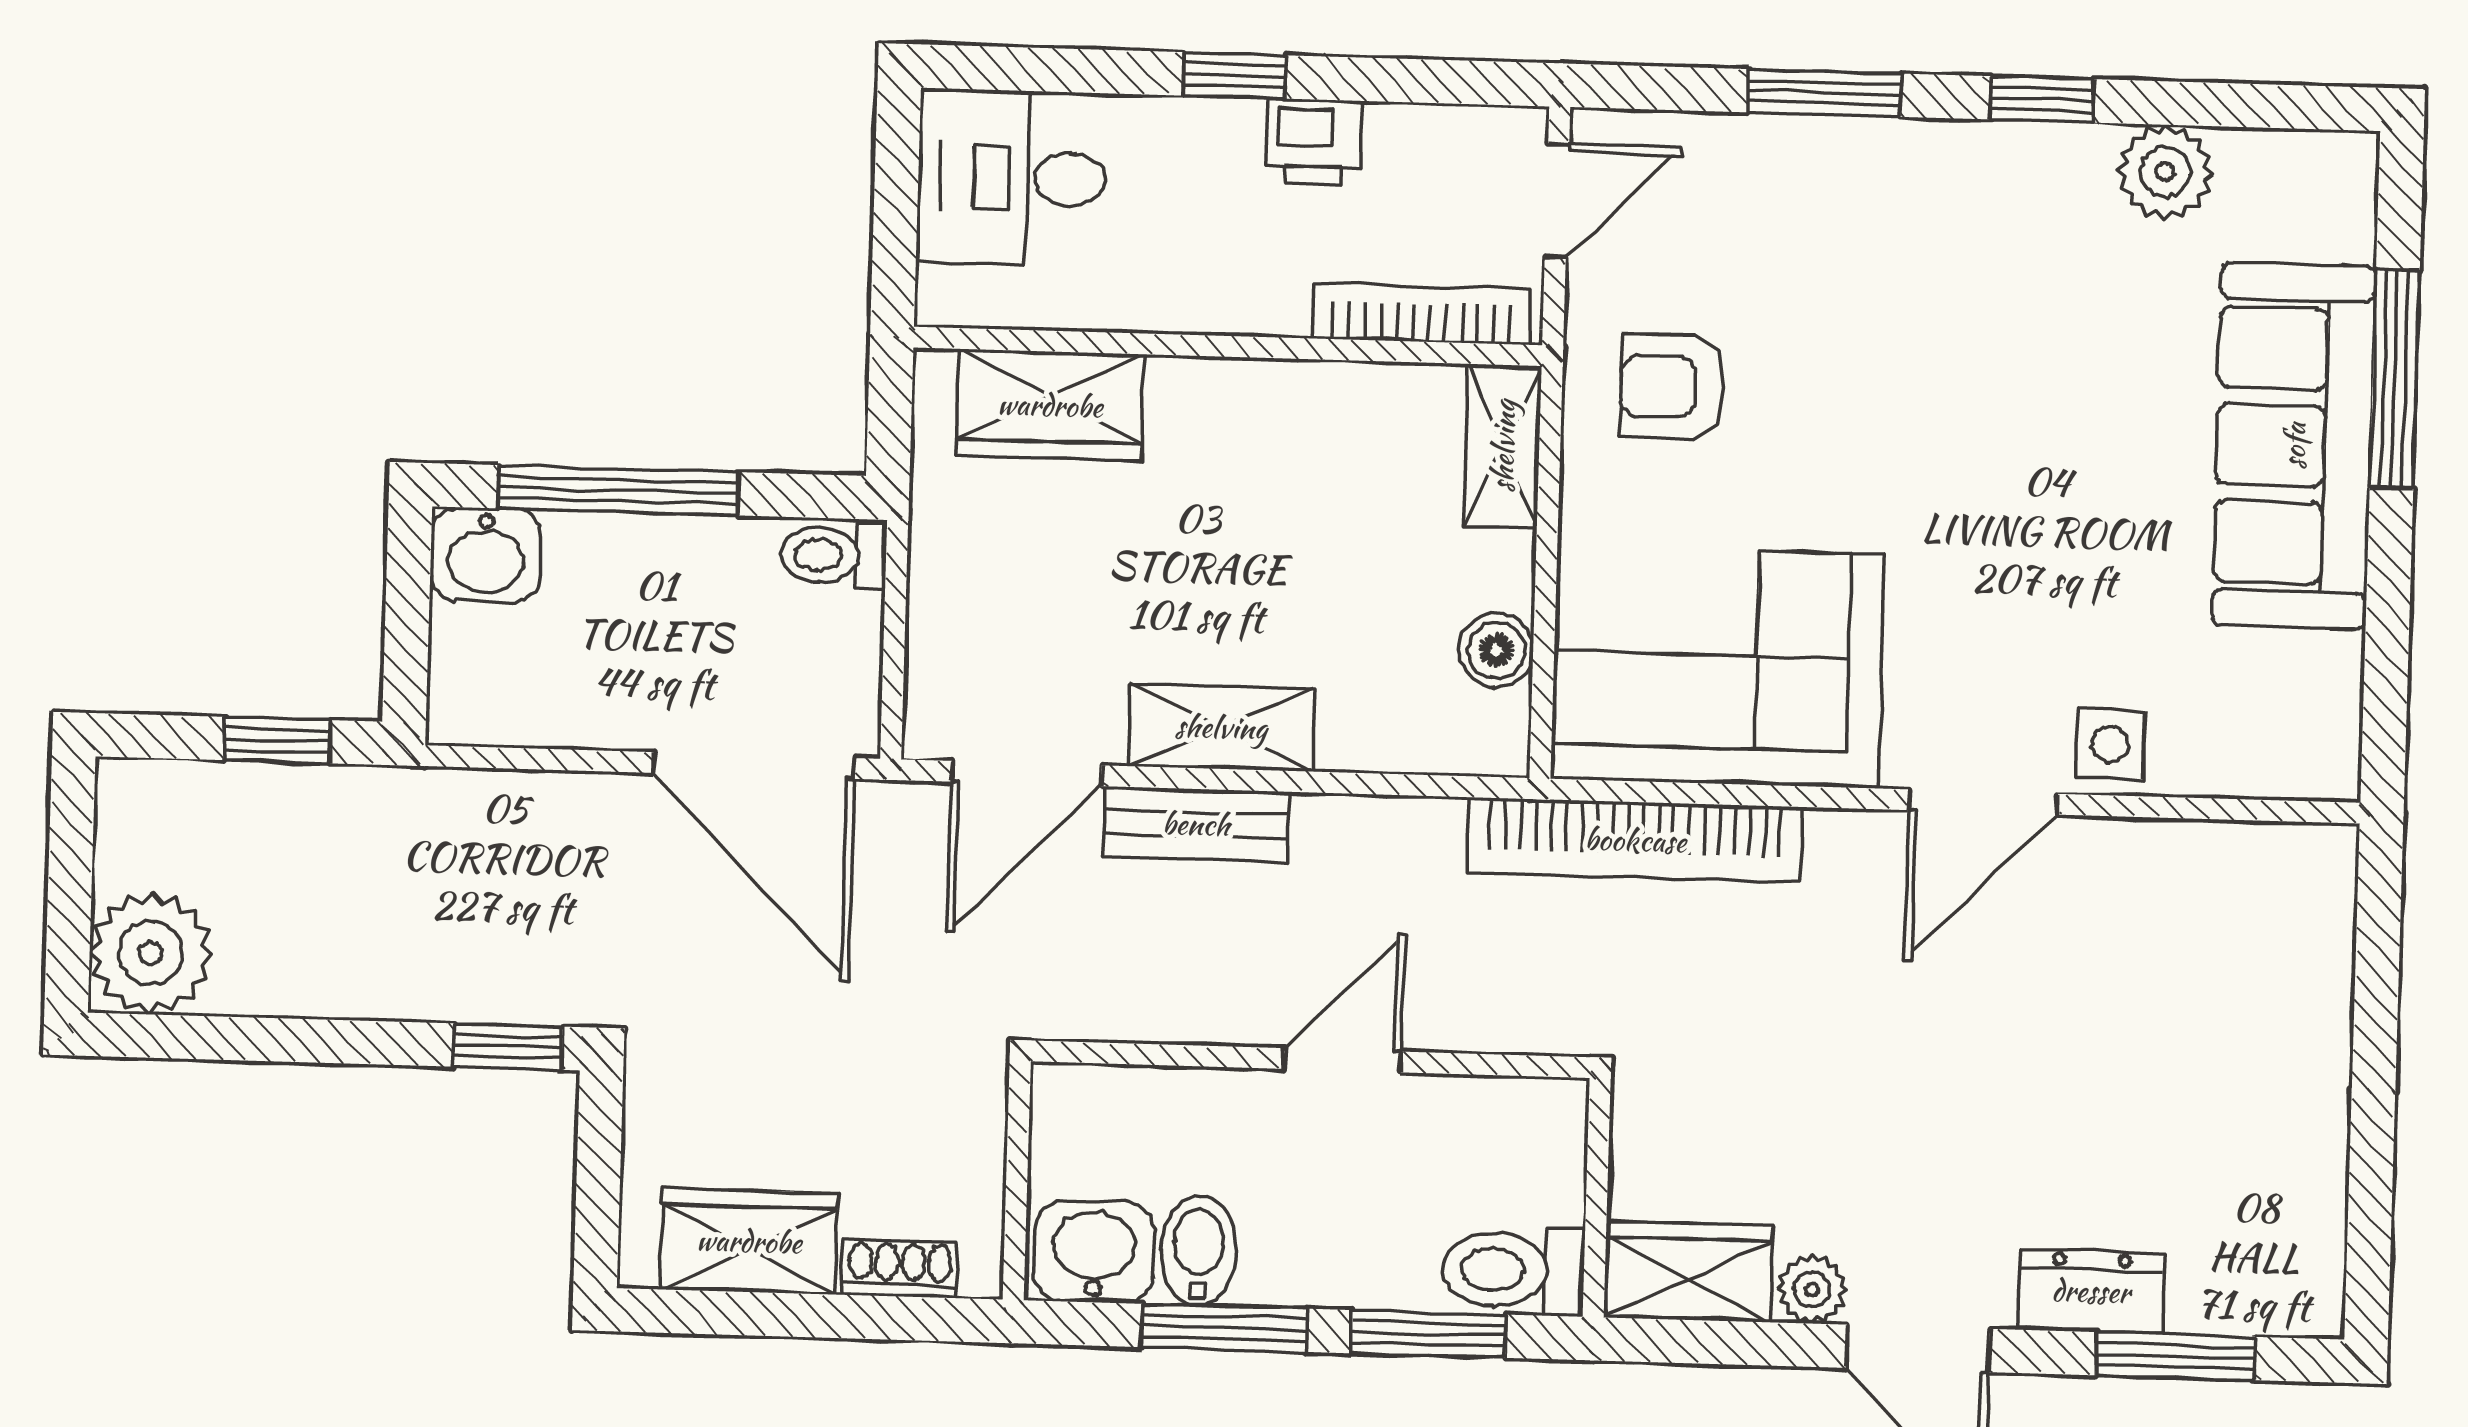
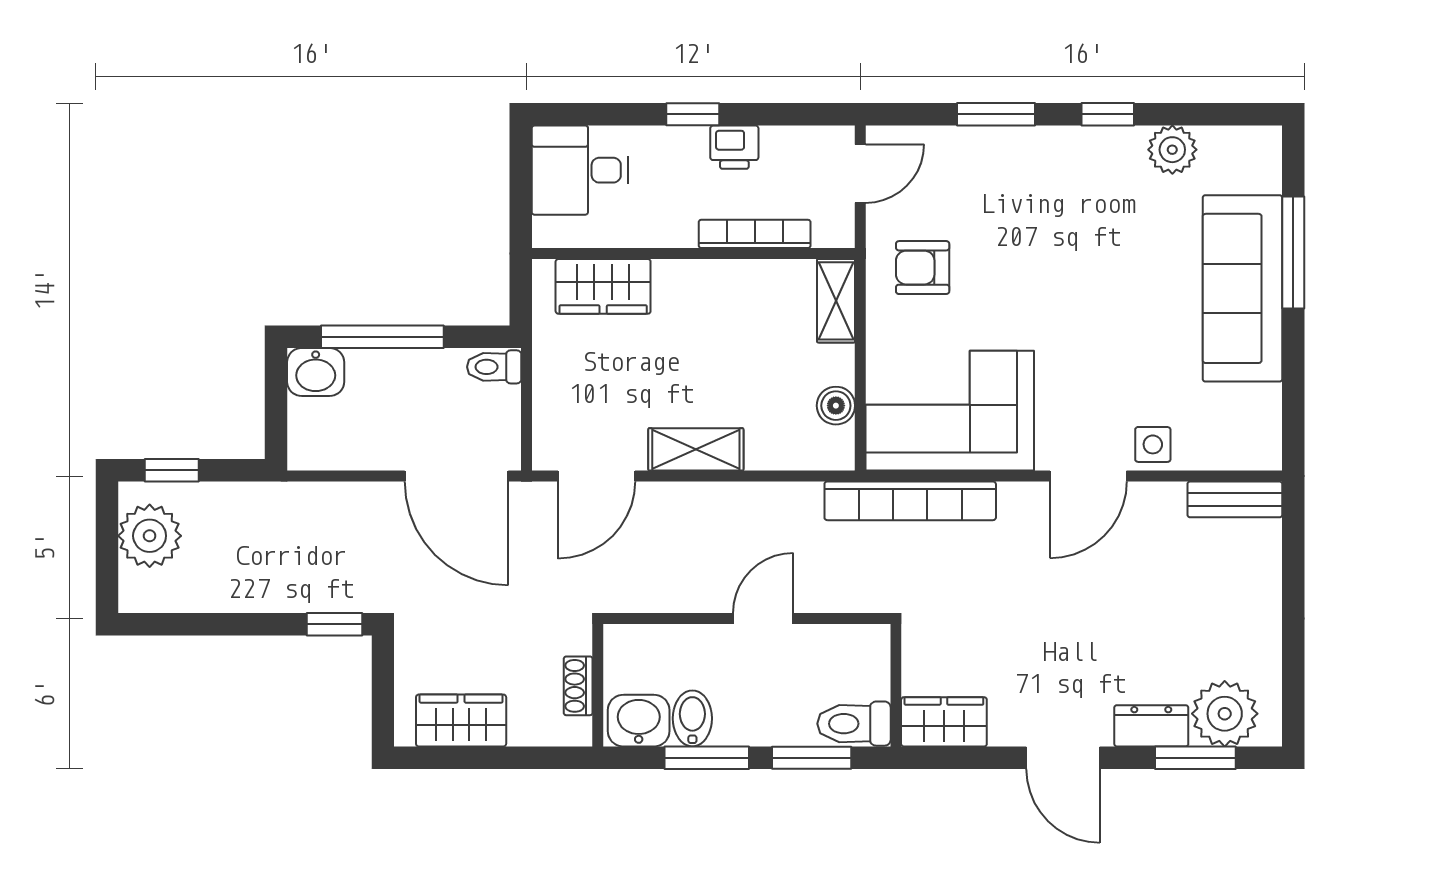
bookcase: (1422, 314) -> (755, 234), moved
window: (277, 740) -> (172, 470), moved
bench: (1196, 824) -> (1235, 499), moved
plant: (151, 953) -> (150, 536), moved
shoe rack: (900, 1269) -> (578, 686), moved, turned -90
plant: (1812, 1290) -> (1225, 714), moved, width x1.87, depth x1.87

